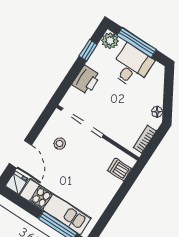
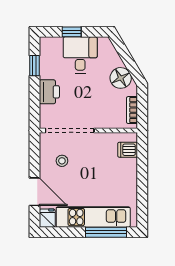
plant: (110, 41) -> (48, 45), removed
window: (137, 43) -> (72, 32), width x0.46
floor lamp: (157, 112) -> (121, 78), width x1.89, depth x1.89

